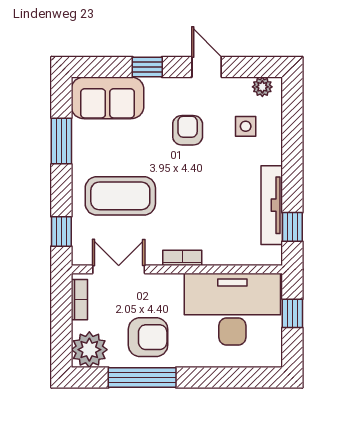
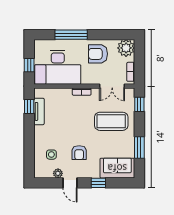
plant: (262, 87) -> (58, 173), moved
tv unit: (272, 205) -> (39, 111), width x0.71
window: (142, 378) -> (71, 35), moved

